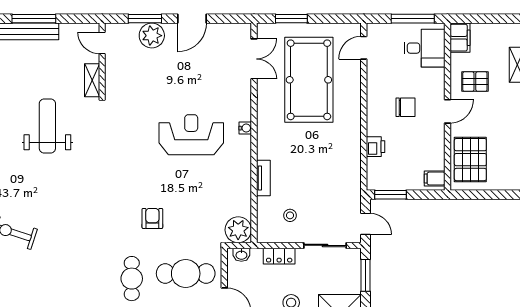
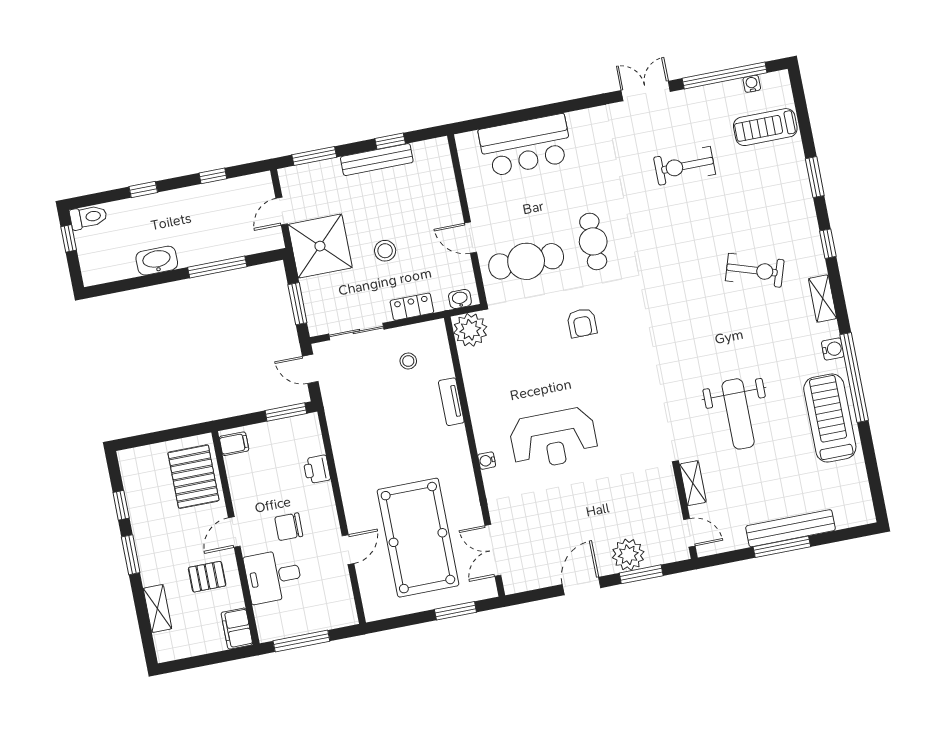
door: (364, 48) -> (348, 550), moved
desk: (425, 48) -> (273, 576), moved

